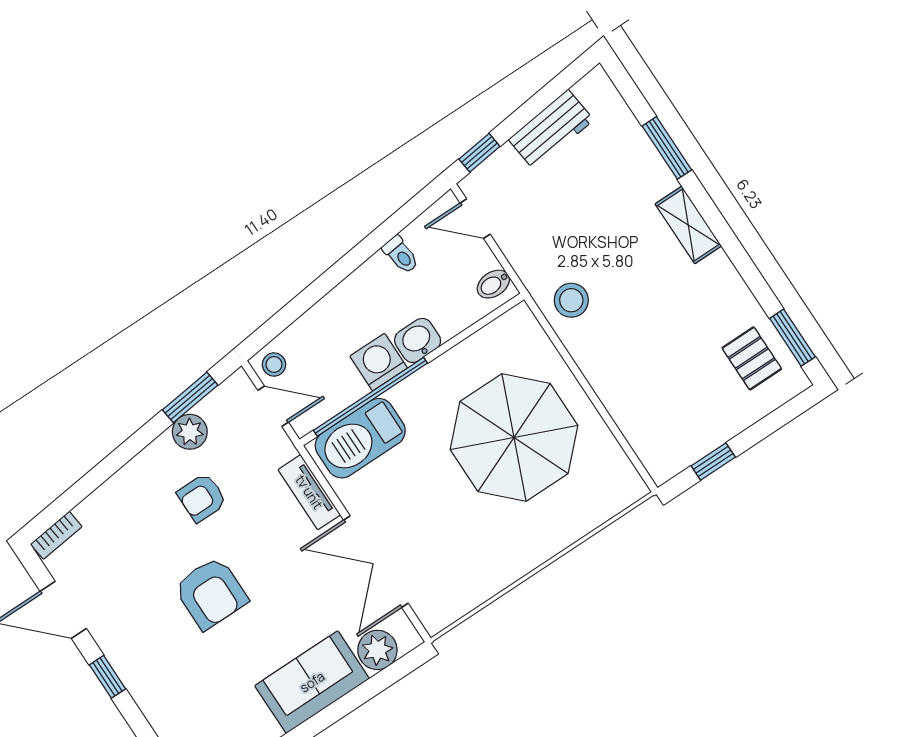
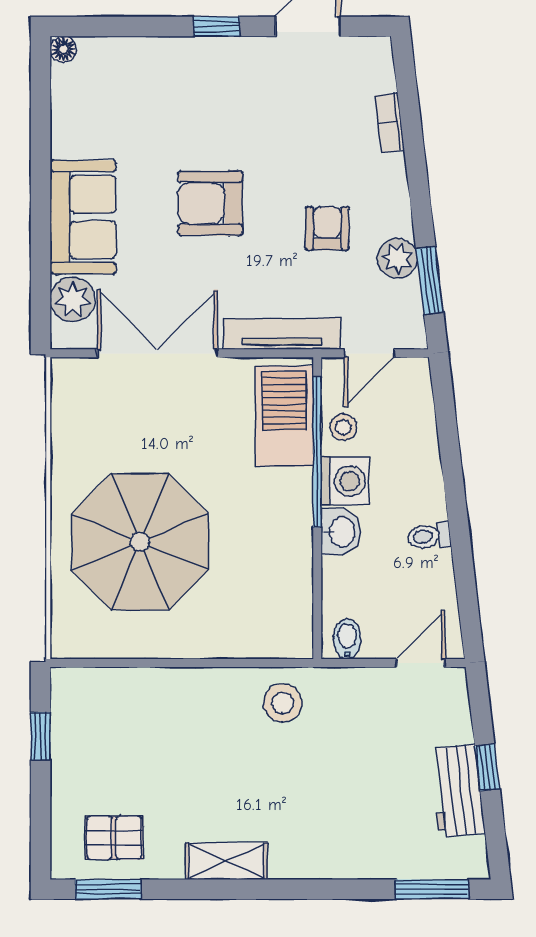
window: (667, 148) -> (432, 889), moved
window: (479, 153) -> (487, 767), moved
shelving: (688, 225) -> (227, 861), moved
toilet: (401, 255) -> (429, 536), moved
stool: (274, 364) -> (343, 427), moved
parasol: (514, 437) -> (140, 542), moved
tv unit: (309, 492) -> (282, 334), width x1.41
bookcase: (56, 535) -> (390, 123), moved
armchair: (211, 593) -> (210, 203), moved

